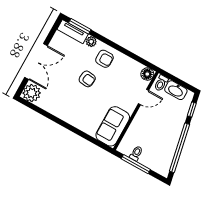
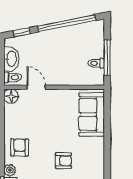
armchair: (87, 79) -> (63, 161), moved, turned 84
sofa: (113, 126) -> (92, 115), moved, turned 90

